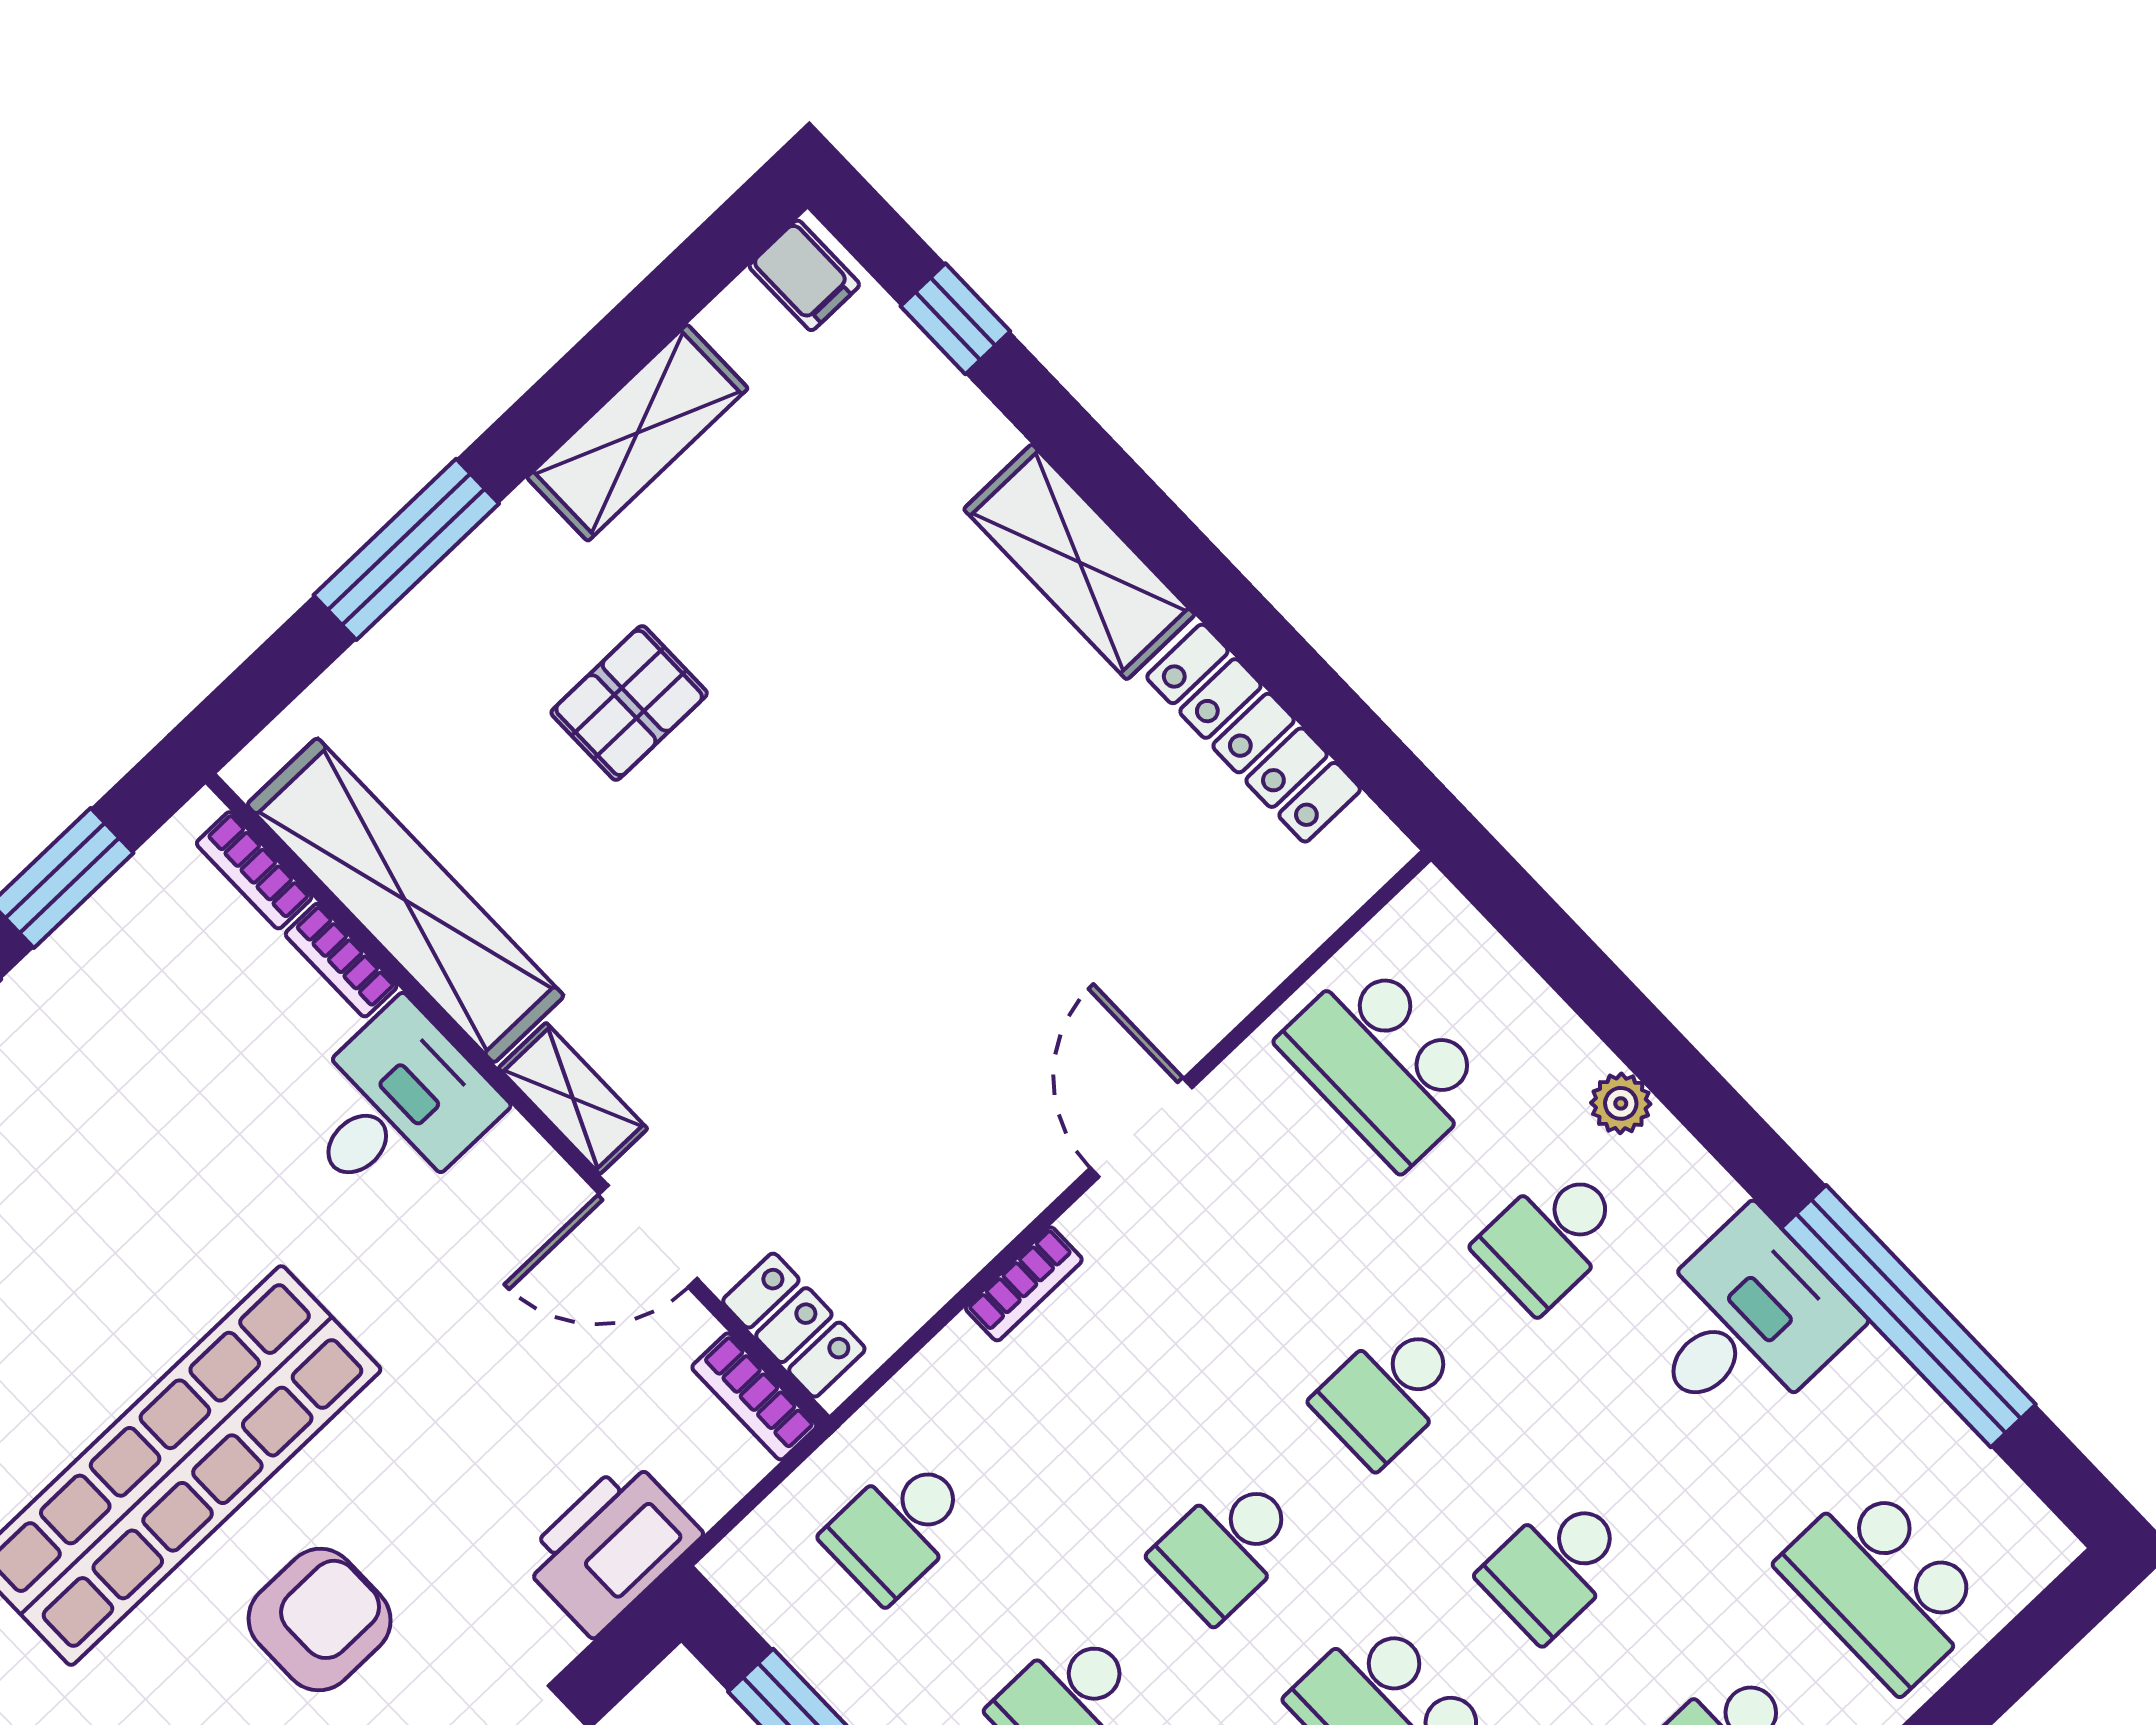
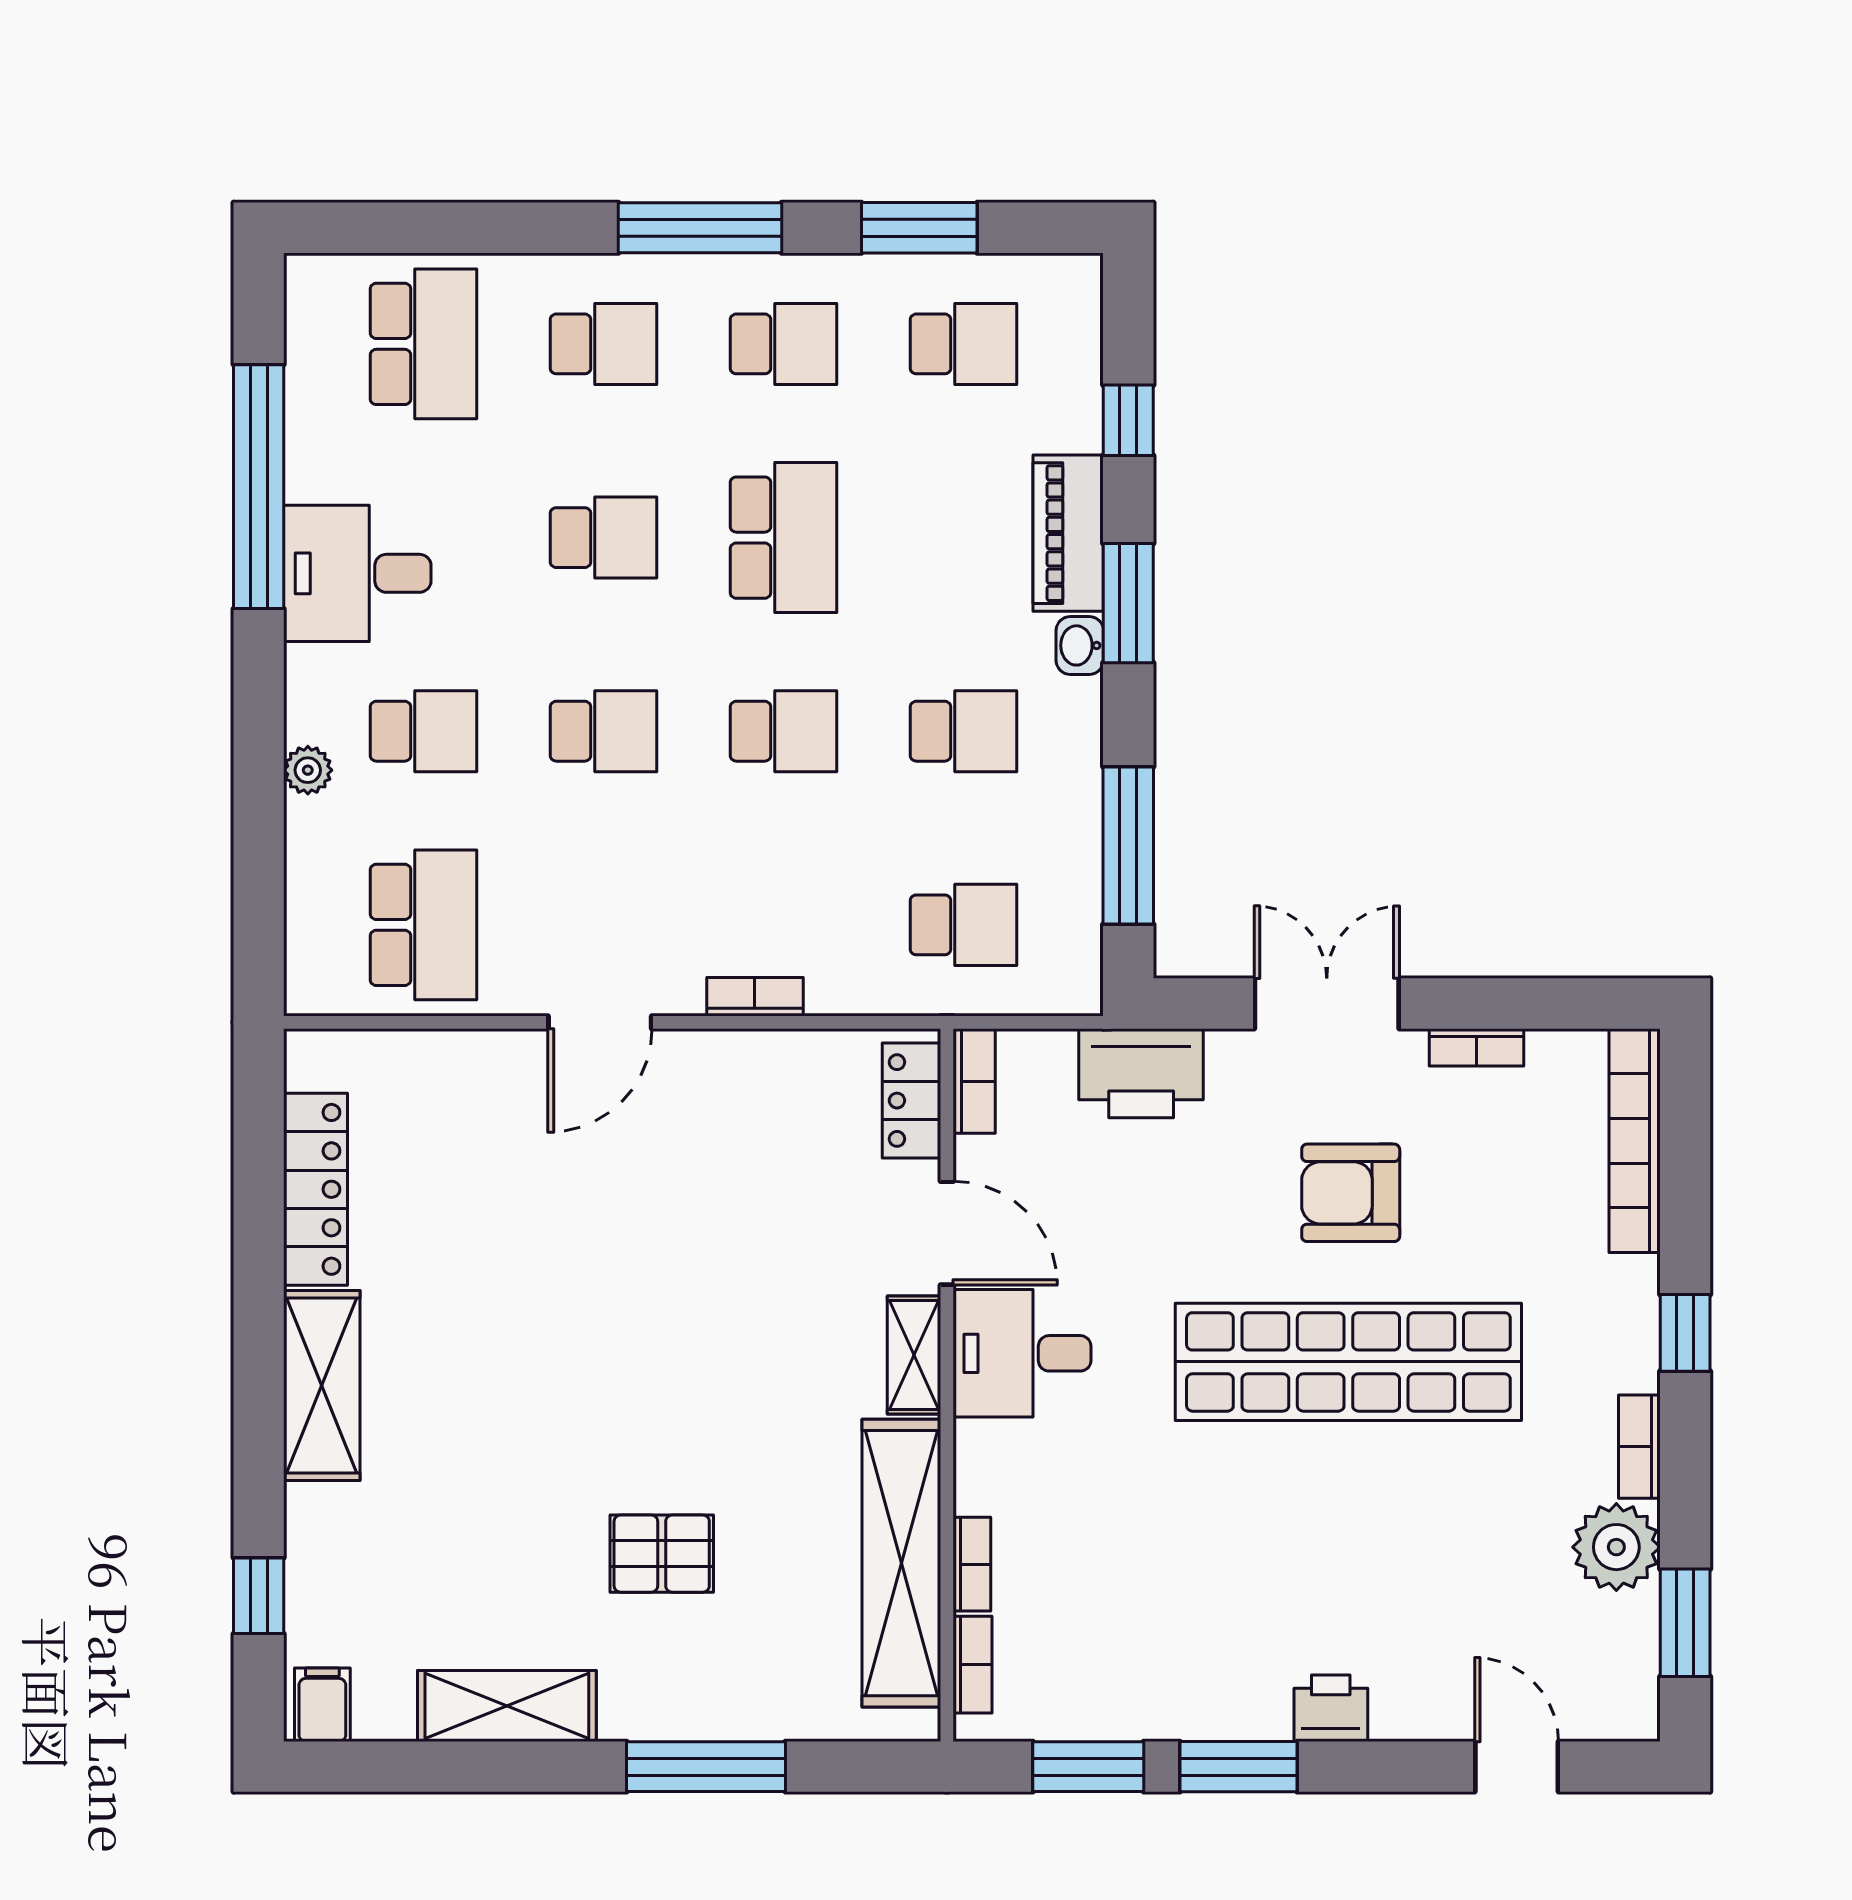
desk: (396, 1107) -> (1022, 1353), moved

